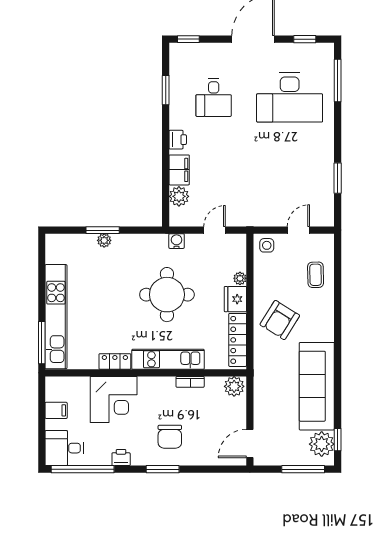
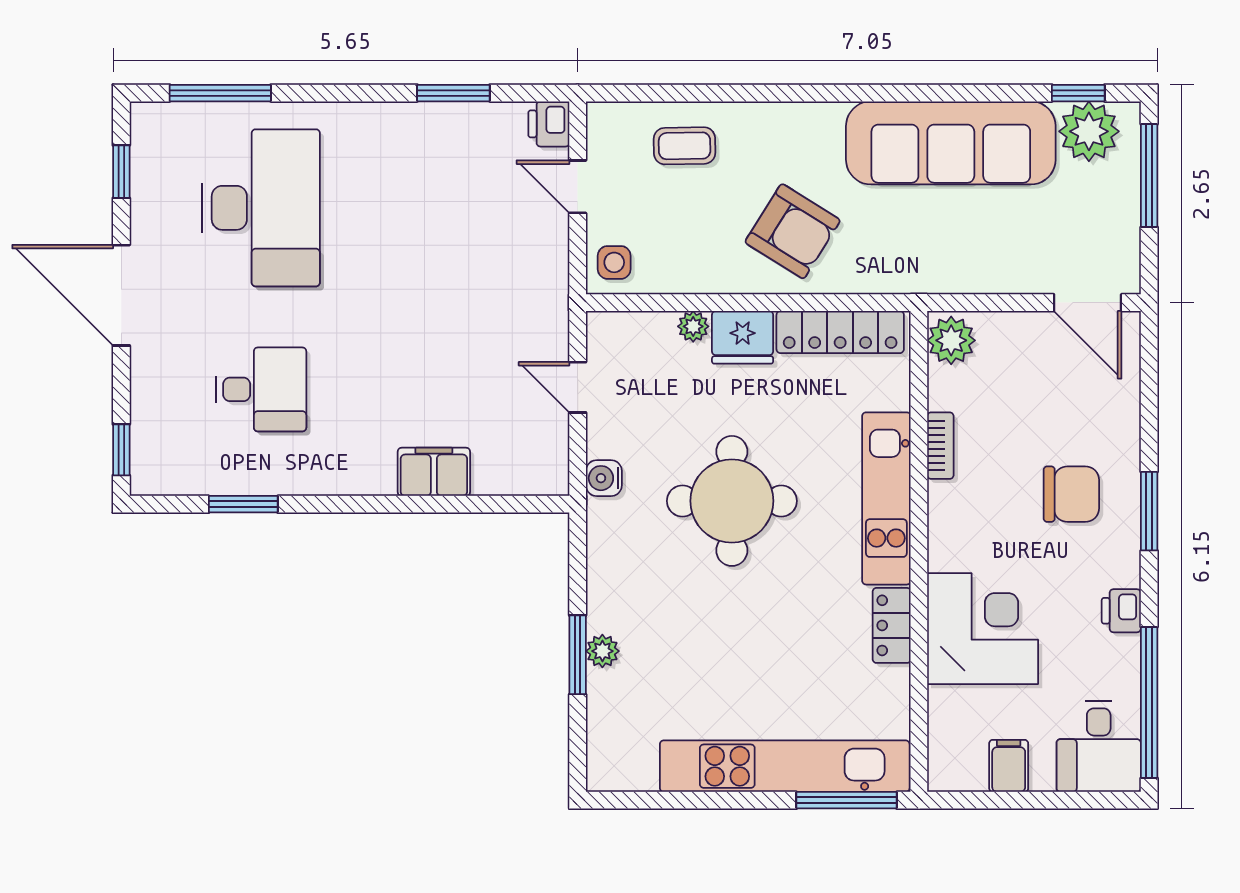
printer: (178, 140) -> (549, 124), moved, turned -90
plant: (179, 196) -> (497, 472), removed

